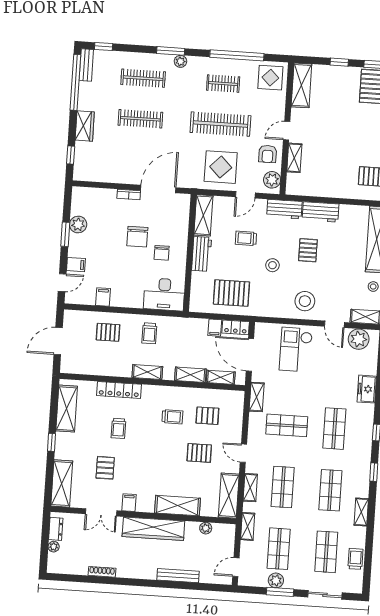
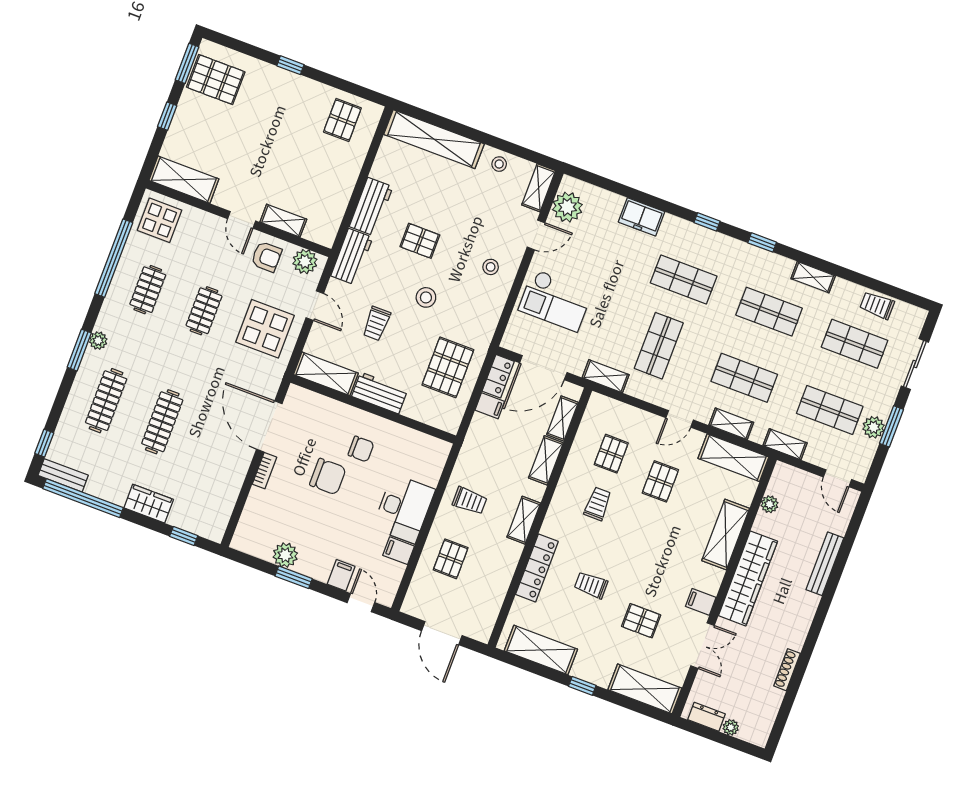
clothes rail: (220, 124) -> (204, 311), width x0.54, depth x0.76
desk: (164, 294) -> (404, 509), moved
stool: (305, 301) -> (491, 267), width x0.53, depth x0.53
trolley: (118, 428) -> (591, 585), turned 180

